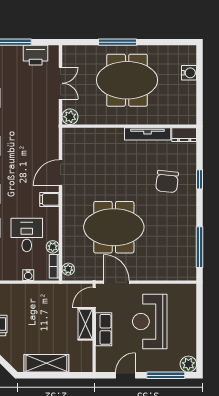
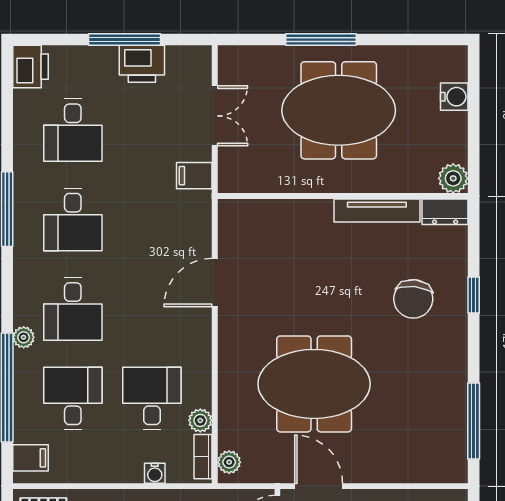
printer: (36, 55) -> (142, 64), moved
plant: (70, 117) -> (453, 178), moved
filing cabinet: (49, 199) -> (194, 176), moved

